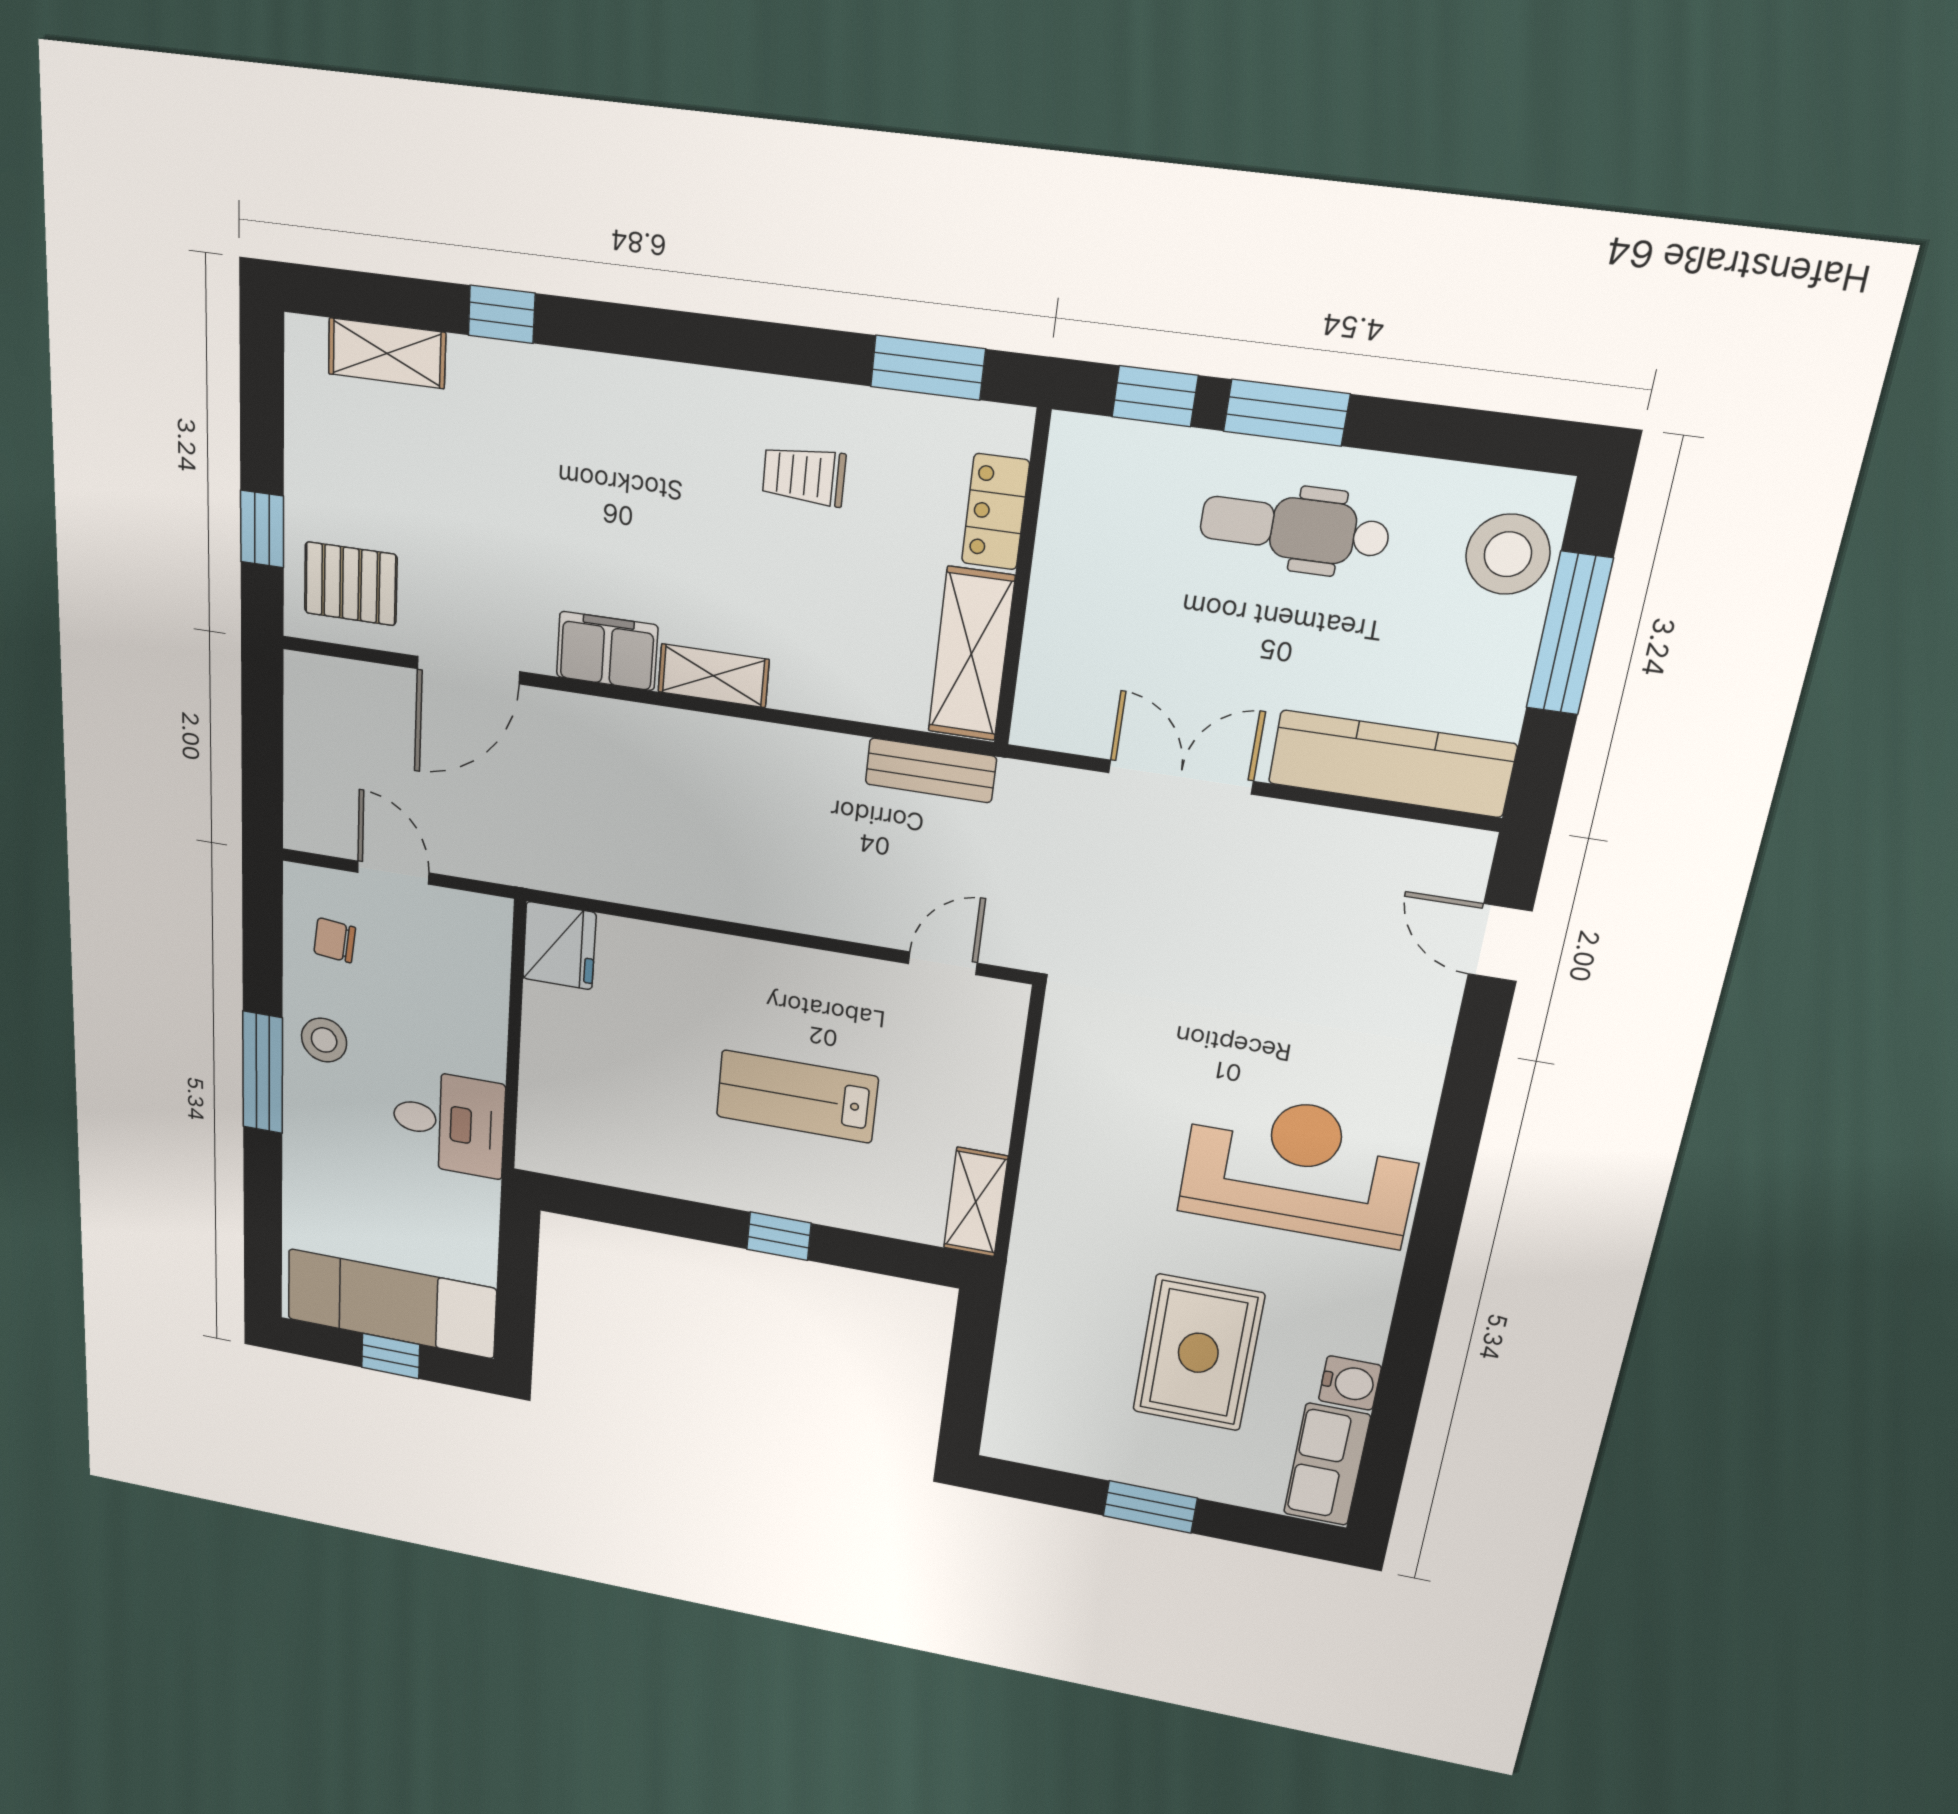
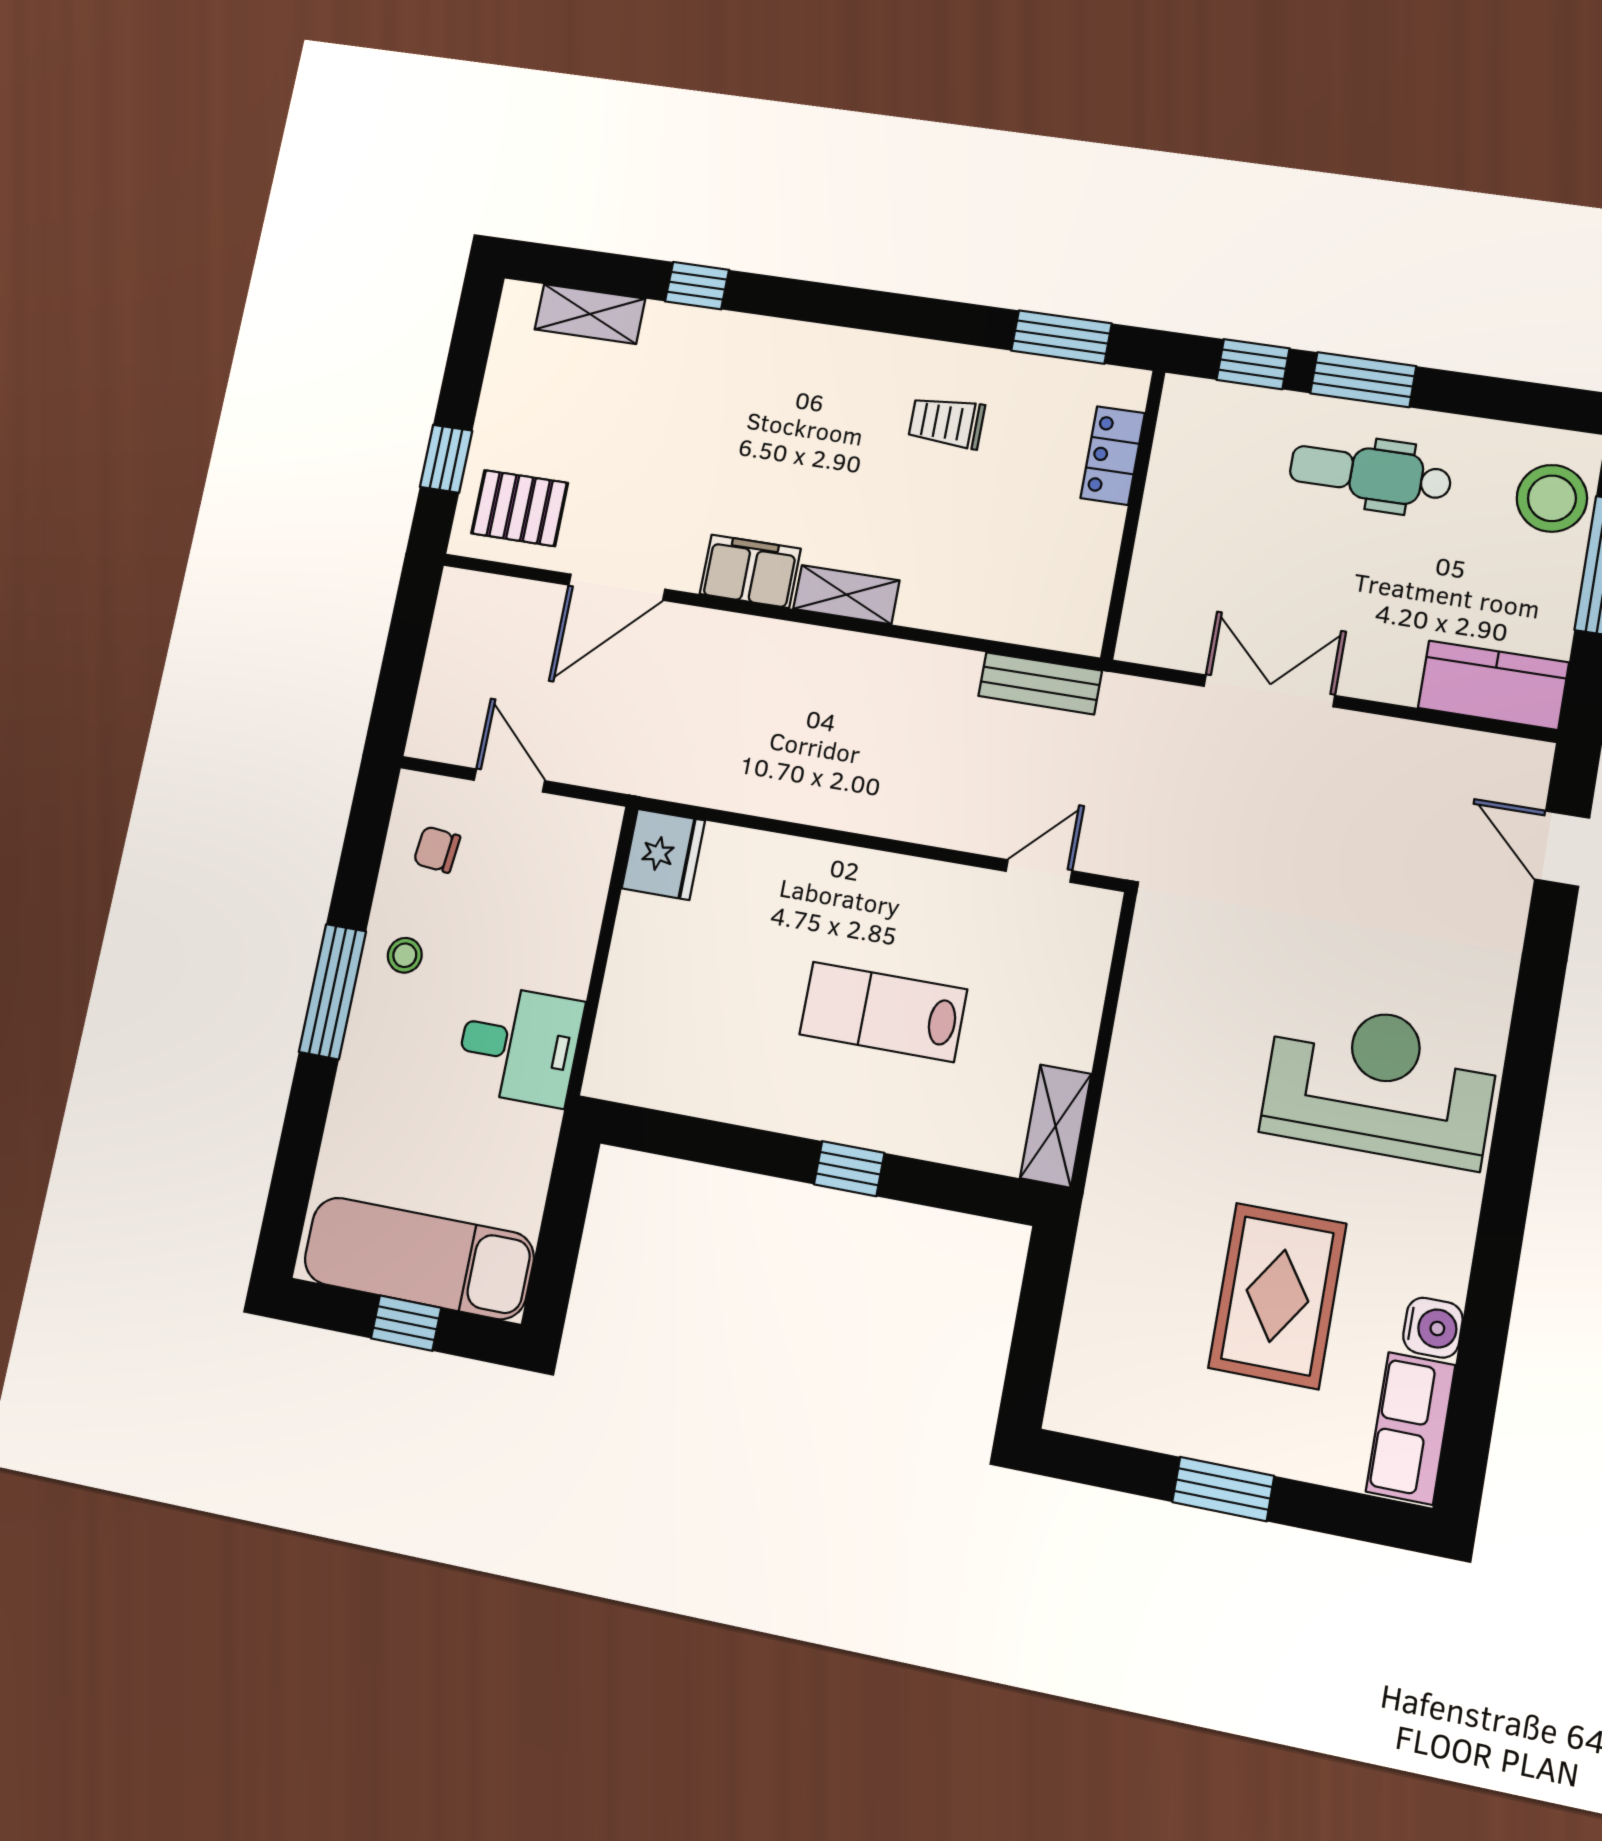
shelving: (971, 654) -> (1084, 578), removed
kitchen counter: (1392, 764) -> (1493, 685), width x0.67
stool: (324, 1040) -> (405, 955), width x0.73, depth x0.73

